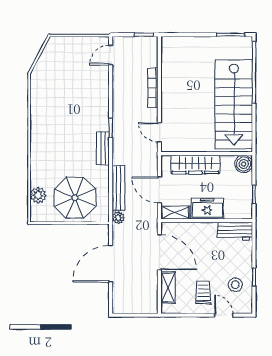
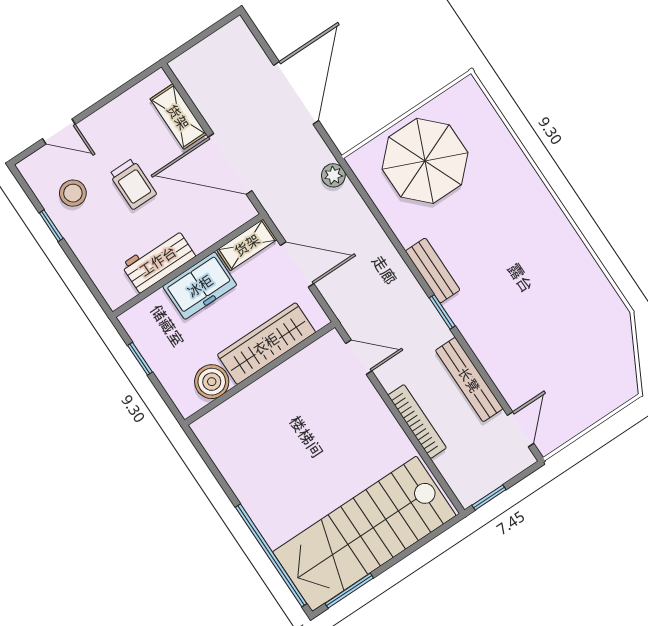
stairs: (234, 104) -> (364, 534), moved, turned -90
boiler: (244, 164) -> (212, 382), moved
bench: (118, 188) -> (469, 380), moved
plant: (38, 195) -> (487, 125), removed
workbench: (235, 231) -> (158, 261), moved
trolley: (203, 293) -> (133, 184), moved

